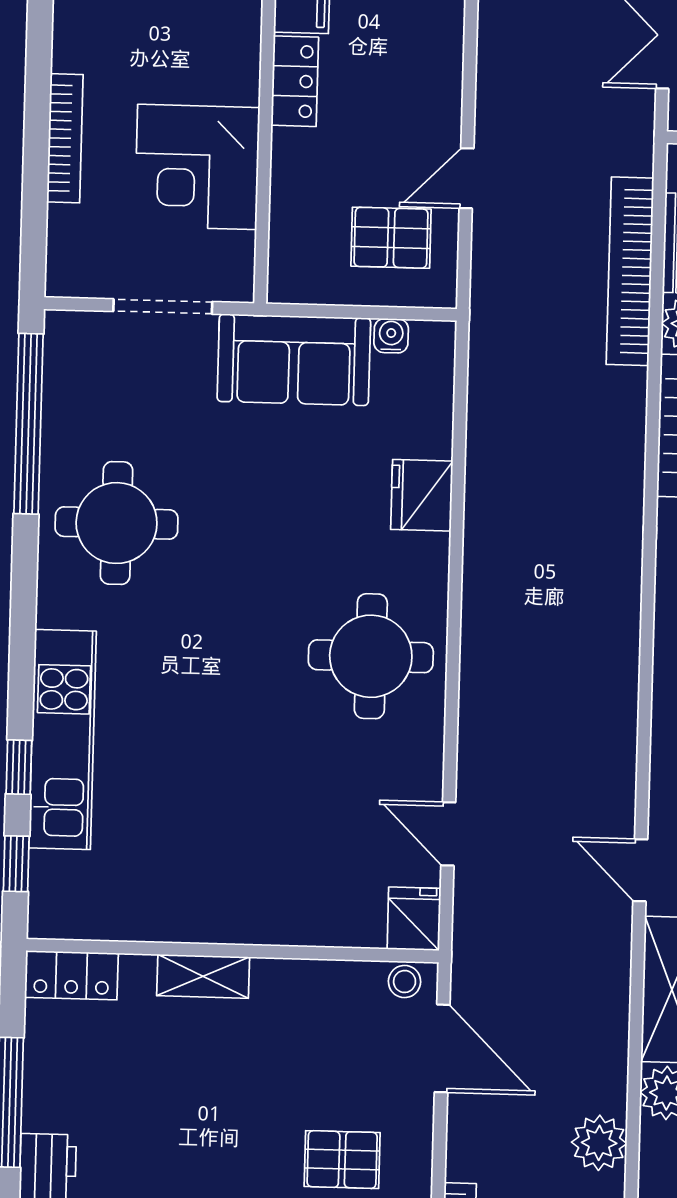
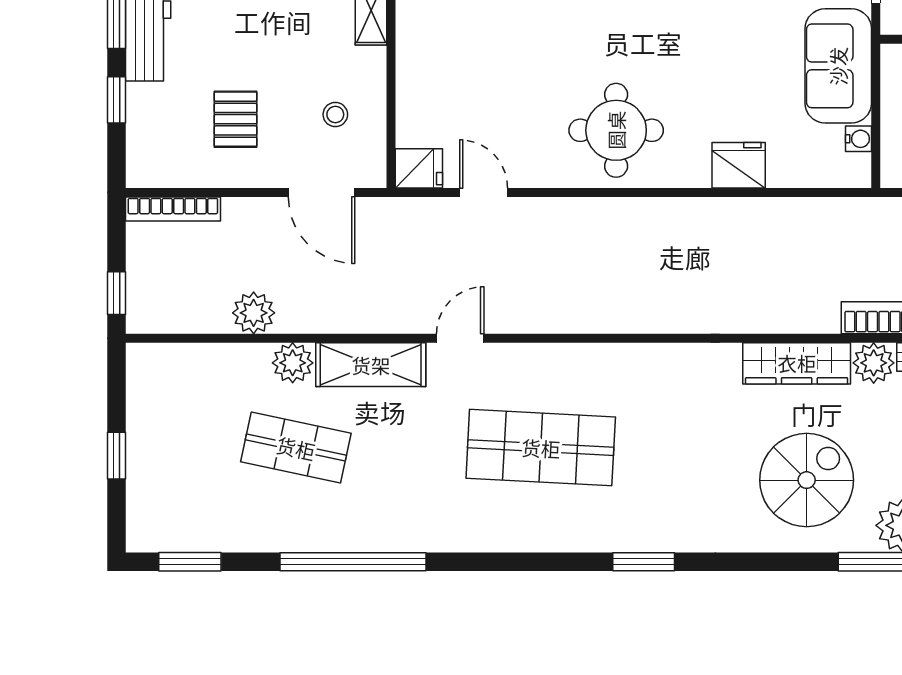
door: (448, 834) -> (484, 192), hinge flipped
stool: (405, 982) -> (335, 114), moved
door: (442, 1048) -> (322, 192), hinge flipped

